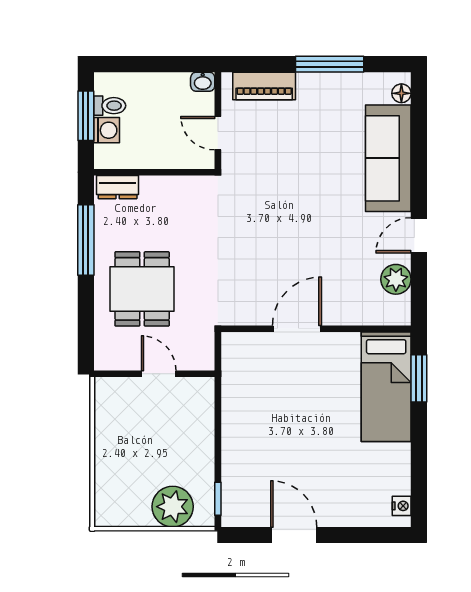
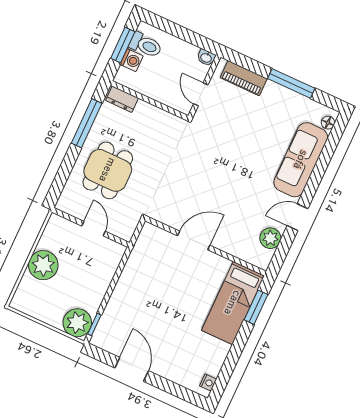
toilet: (110, 106) -> (146, 45), width x1.37, depth x1.39
plant: (115, 452) -> (43, 265), added
plant: (173, 507) -> (77, 323), moved

